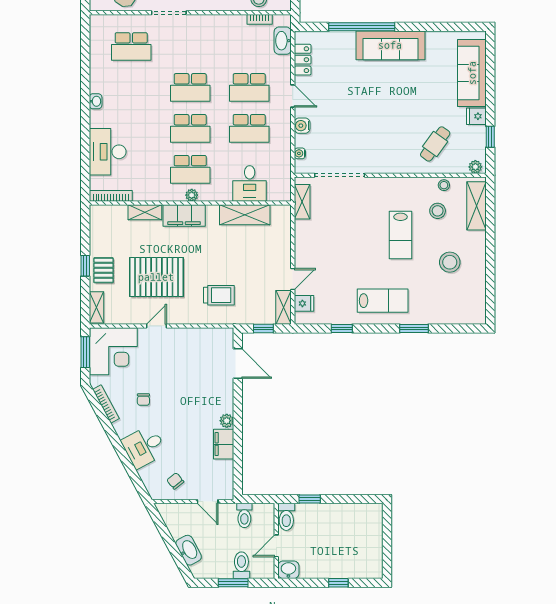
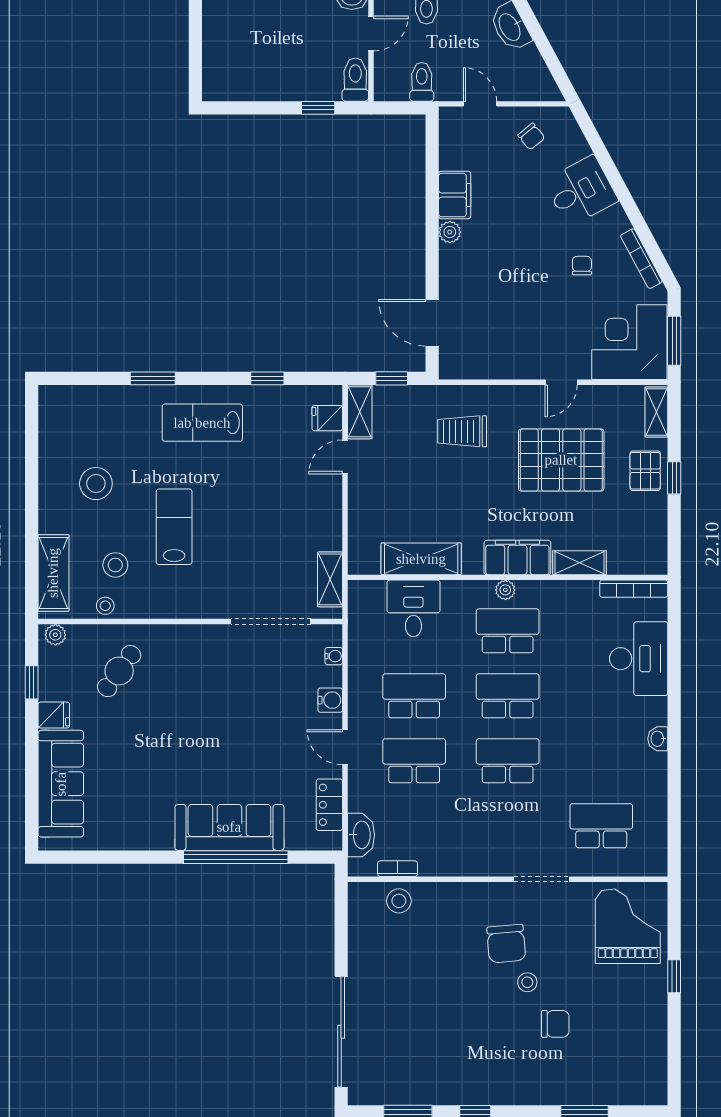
sofa: (390, 45) -> (229, 827), moved

